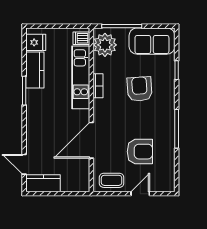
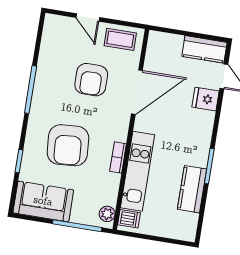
fridge: (36, 42) -> (206, 99), moved
plant: (105, 45) -> (107, 214), width x0.53, depth x0.53
armchair: (140, 89) -> (68, 145), width x1.36, depth x1.36
armchair: (140, 152) -> (91, 80), moved, turned -90
door: (140, 194) -> (88, 17), hinge flipped

